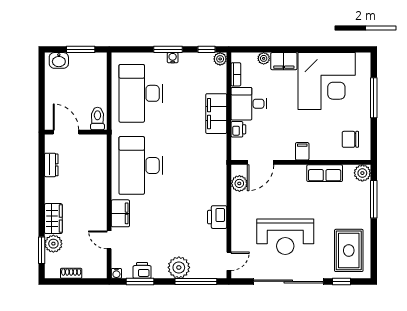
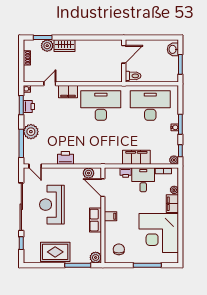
dresser: (51, 165) -> (101, 44), removed
row of seats: (325, 173) -> (96, 220), moved
rug: (349, 250) -> (55, 252), moved

